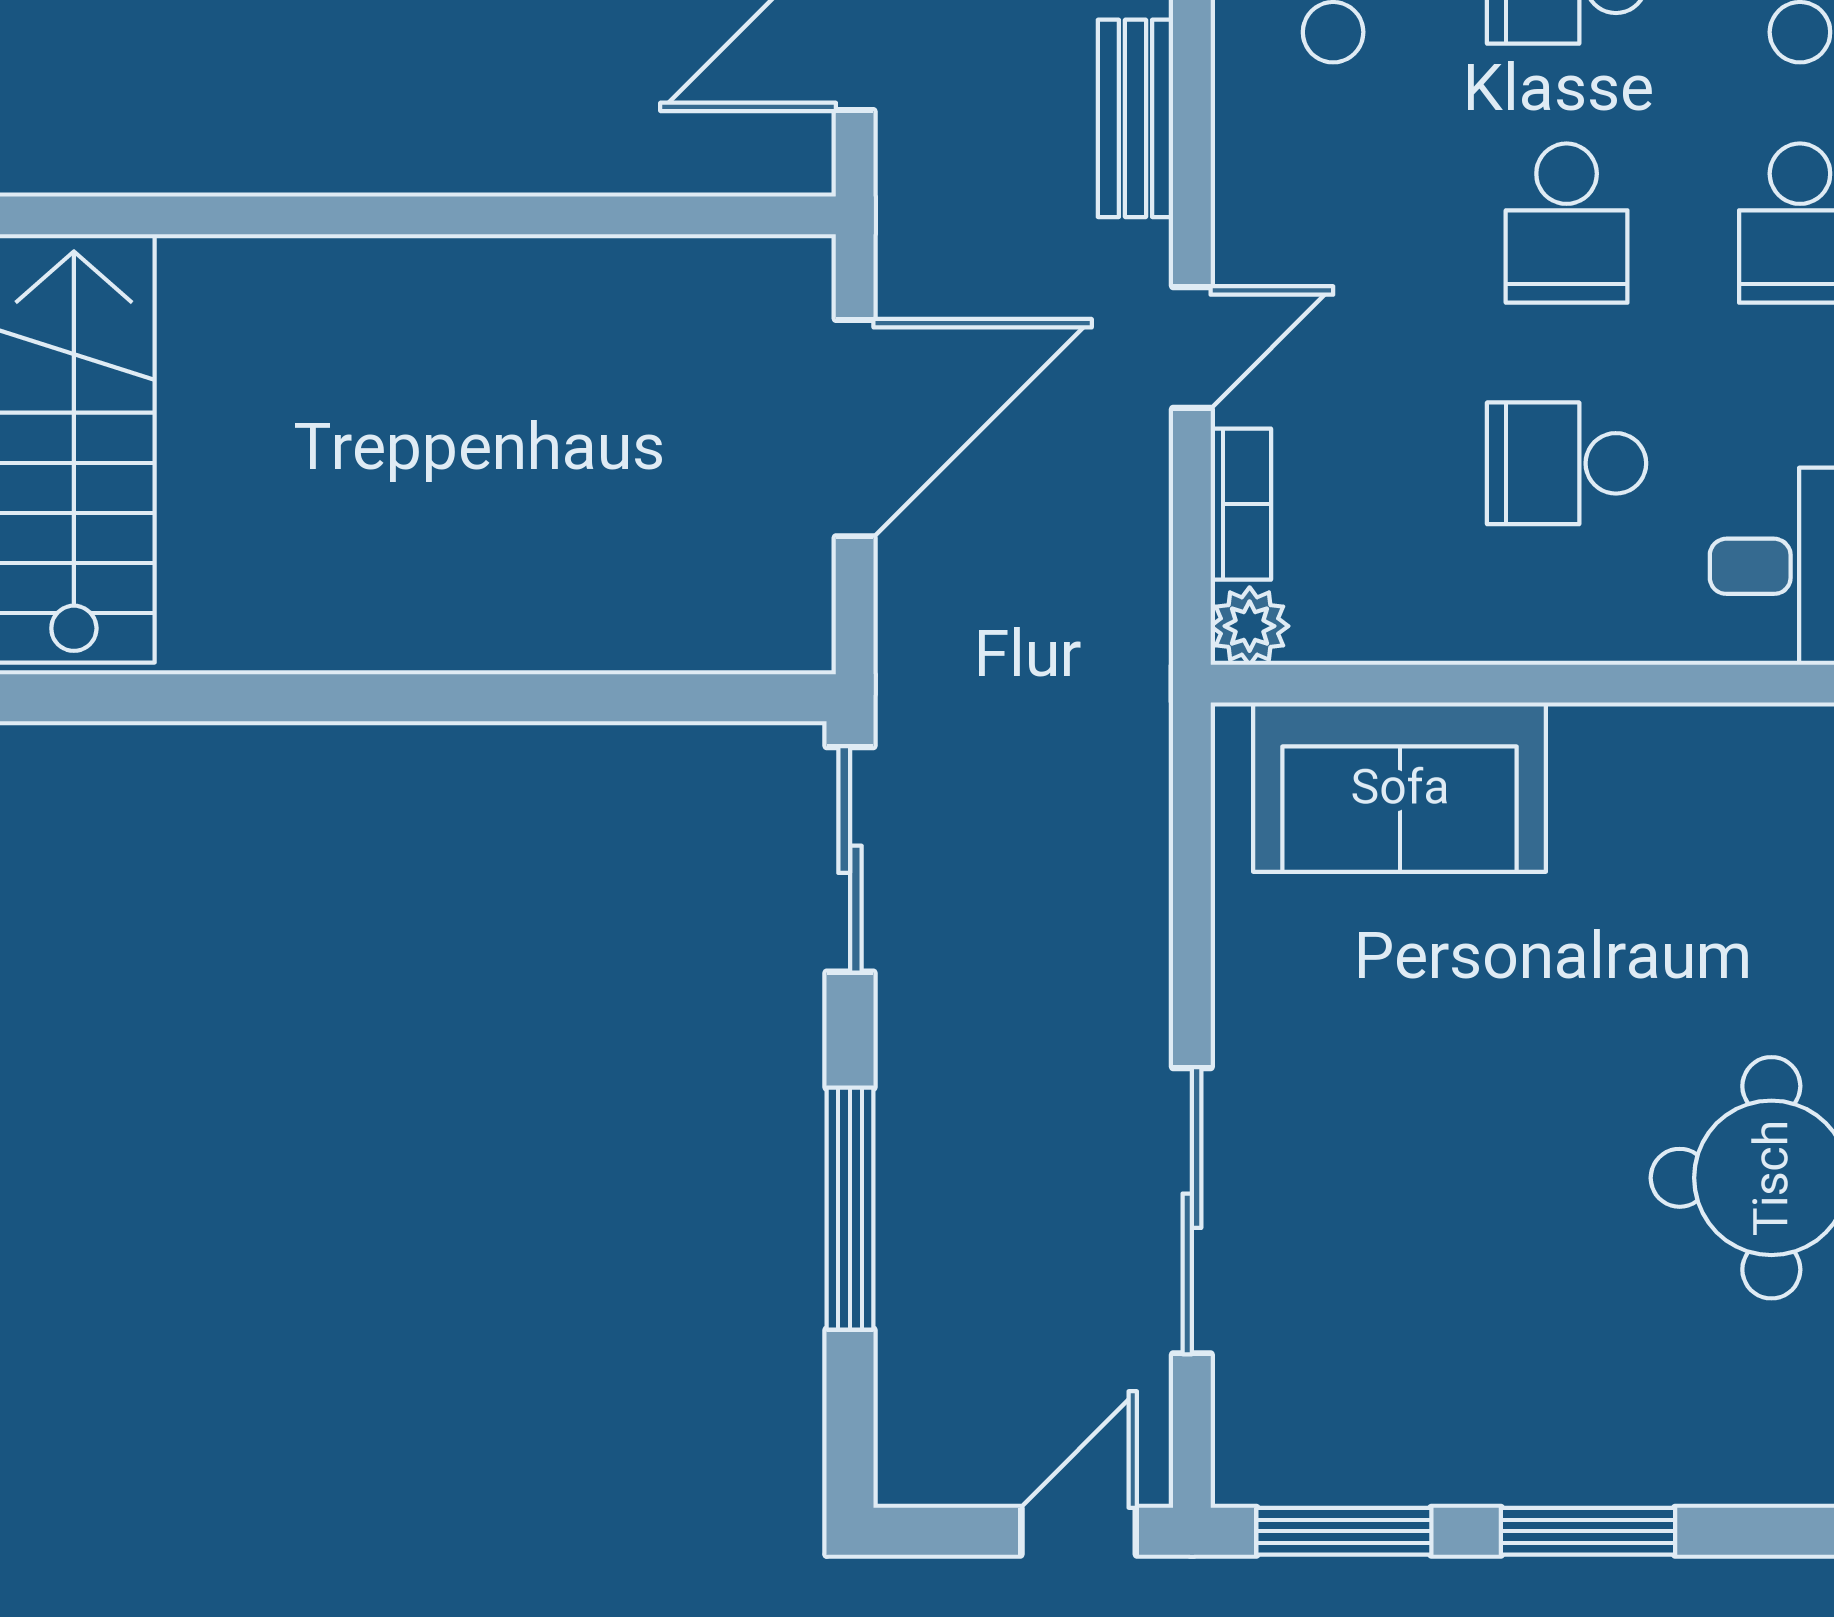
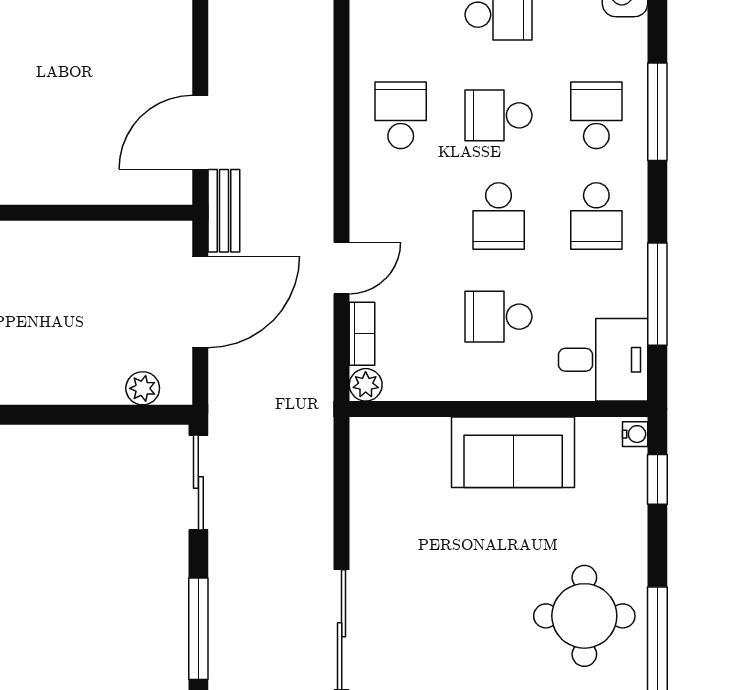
bench: (1135, 118) -> (224, 211), moved
plant: (717, 634) -> (143, 388), added
sofa: (1400, 787) -> (513, 452), moved

